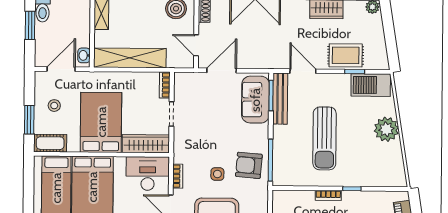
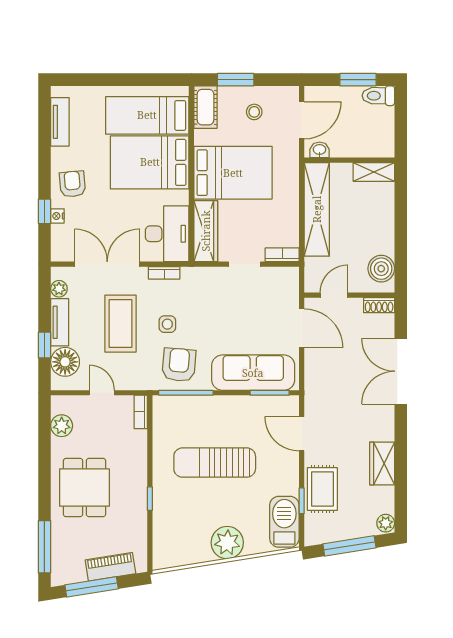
window: (390, 35) -> (349, 546), added
door: (61, 69) -> (302, 120), hinge flipped
door: (303, 71) -> (302, 434), swing flipped
bench: (280, 99) -> (266, 405), removed
sofa: (255, 100) -> (253, 373), width x1.36
bookcase: (328, 195) -> (141, 412), moved

